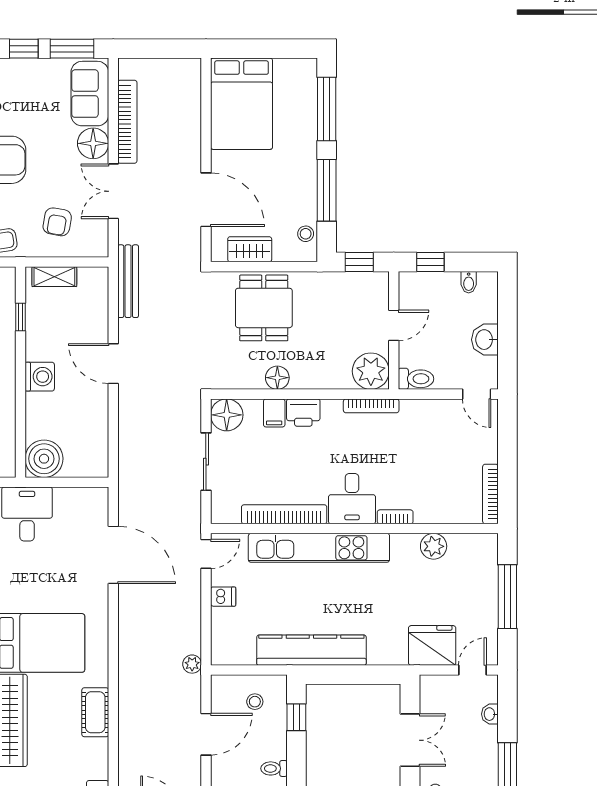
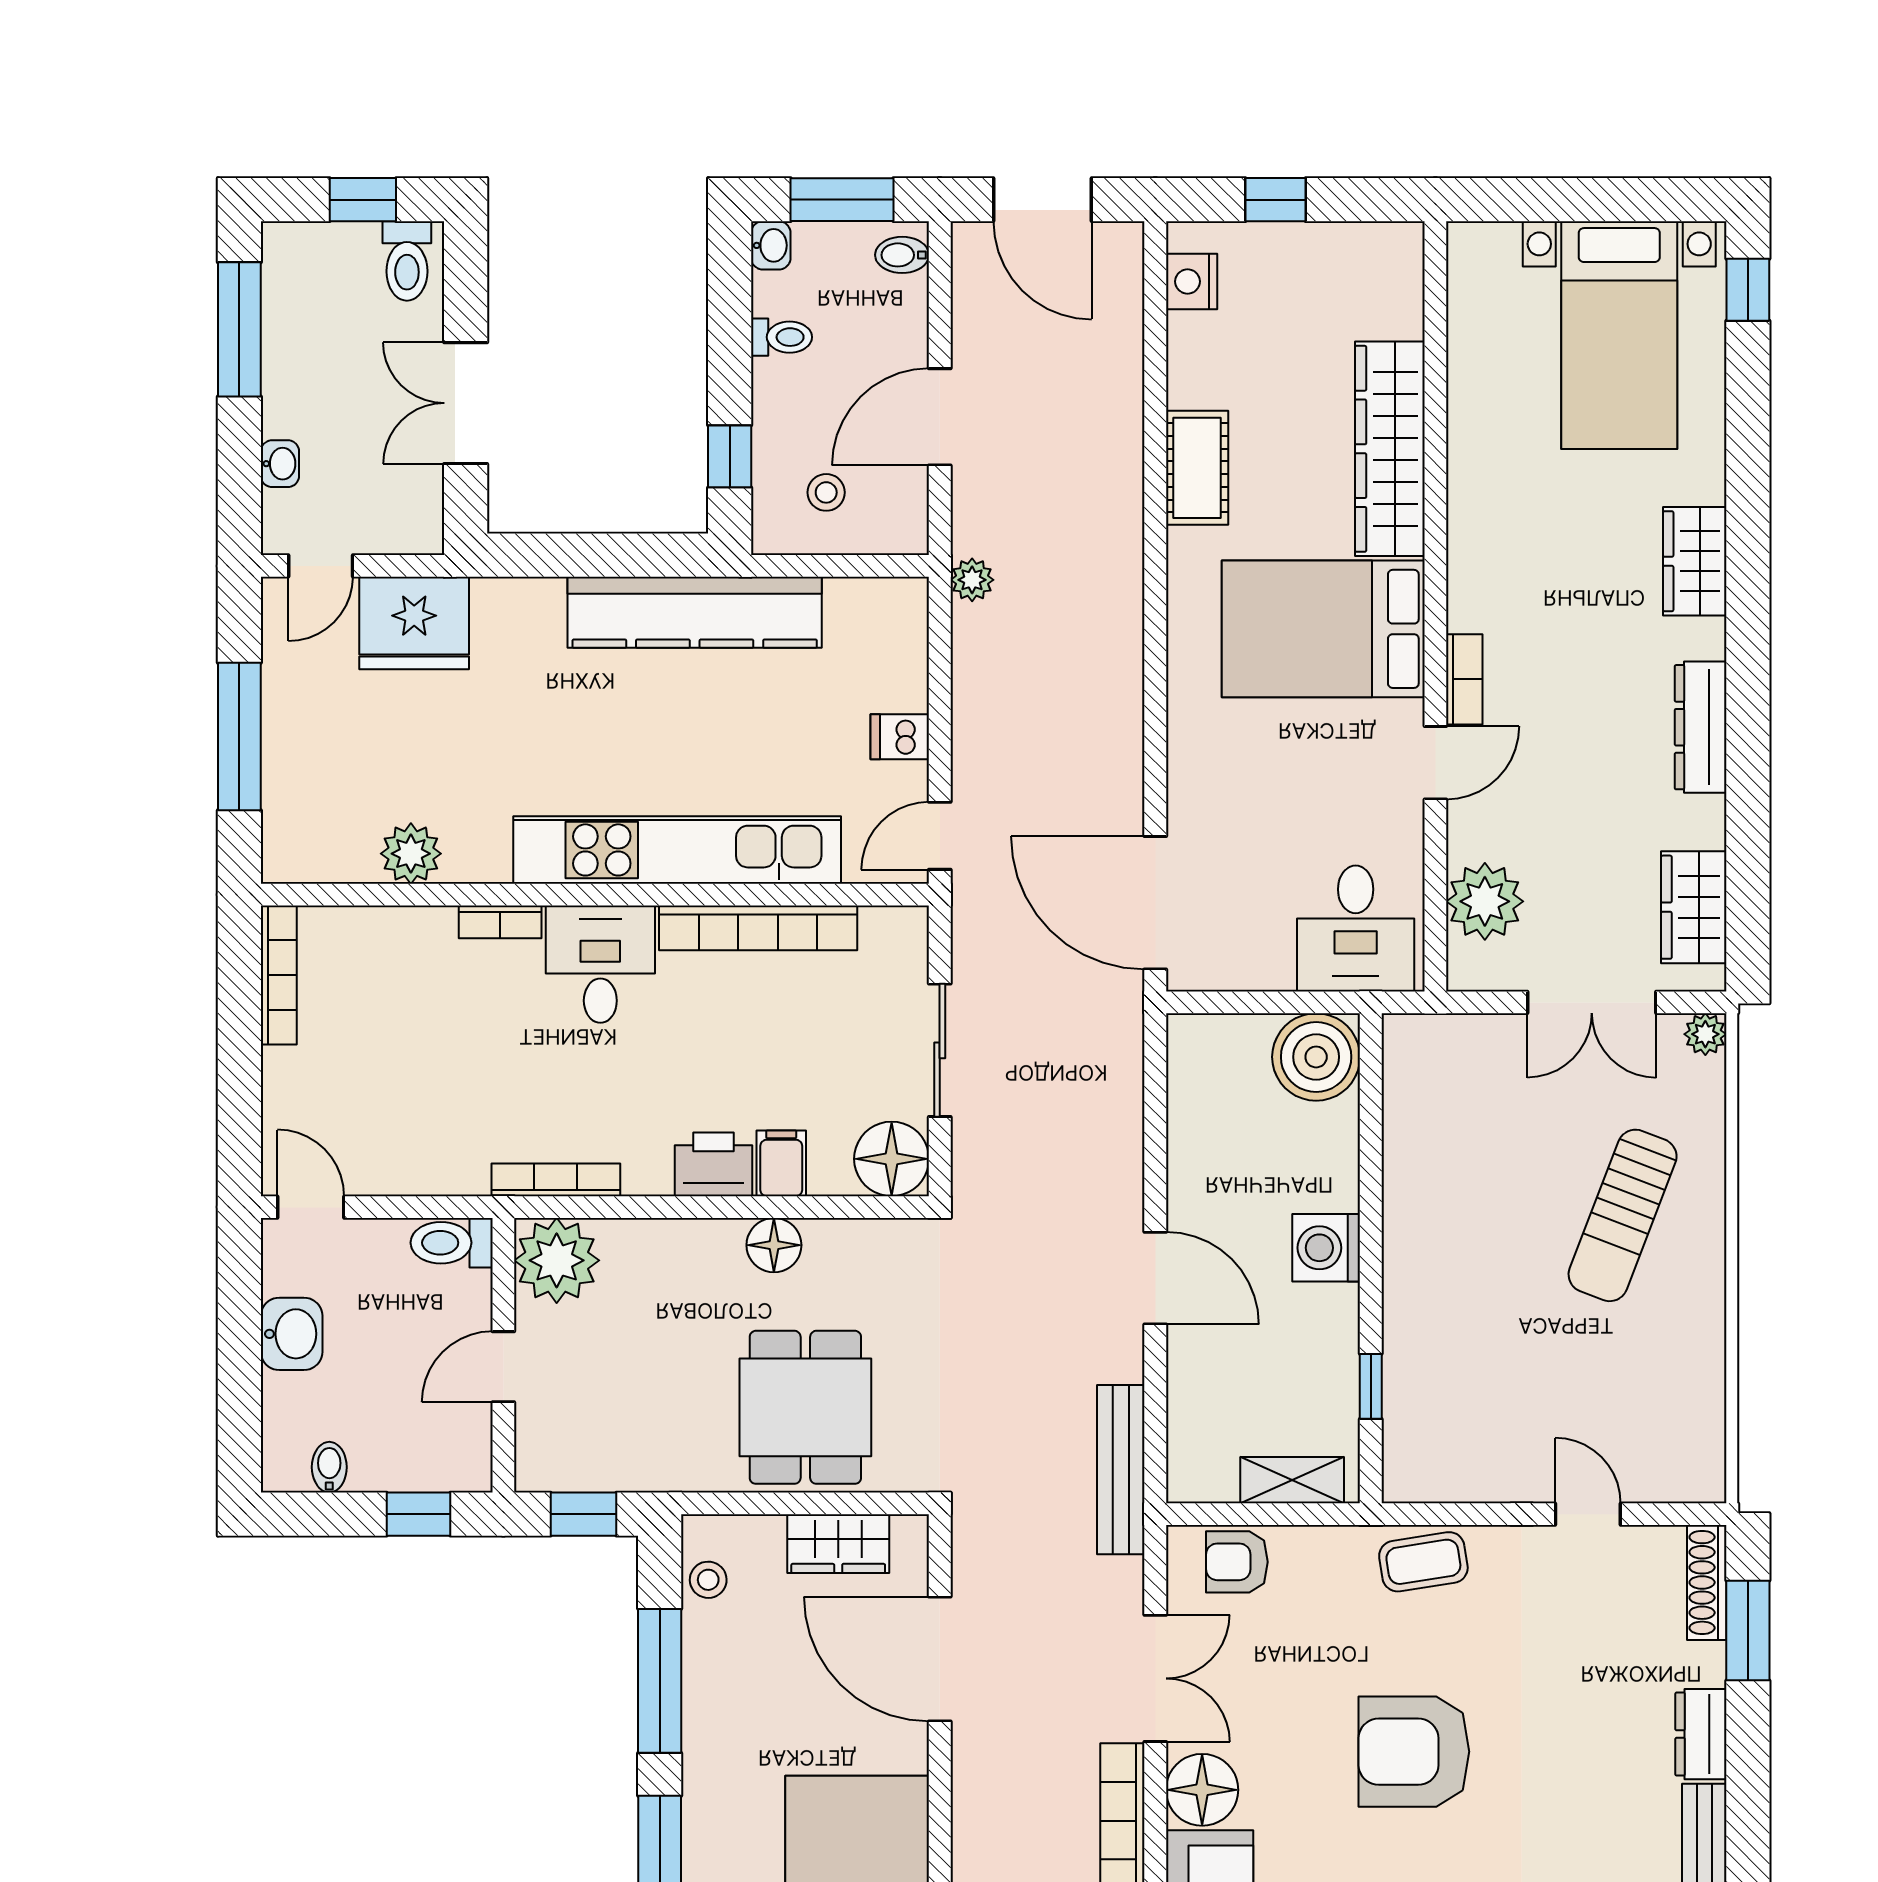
armchair: (57, 222) -> (1237, 1562), moved, turned -100
door: (113, 555) -> (1155, 903), moved

